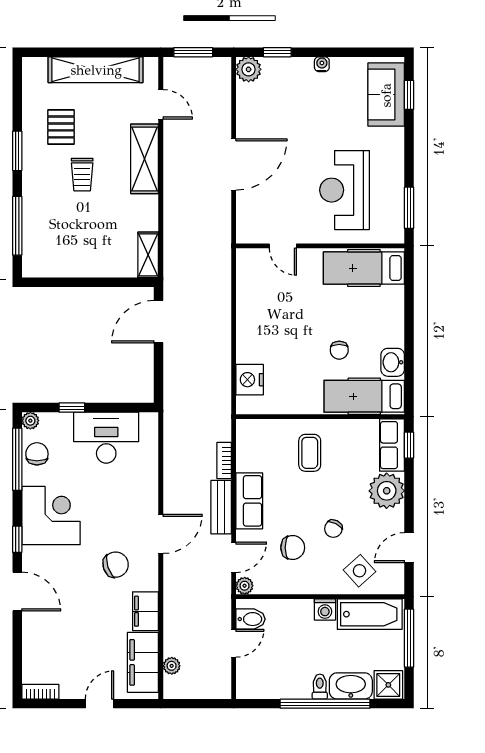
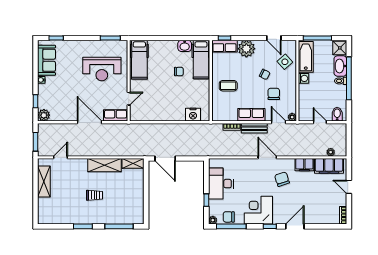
shelving: (96, 70) -> (44, 181), width x0.68
sofa: (386, 95) -> (47, 60), moved, turned -90
pallet: (61, 127) -> (71, 205), removed
shelving: (145, 159) -> (104, 165), moved
row of seats: (248, 219) -> (116, 115), added
bidet: (251, 619) -> (337, 114), moved

